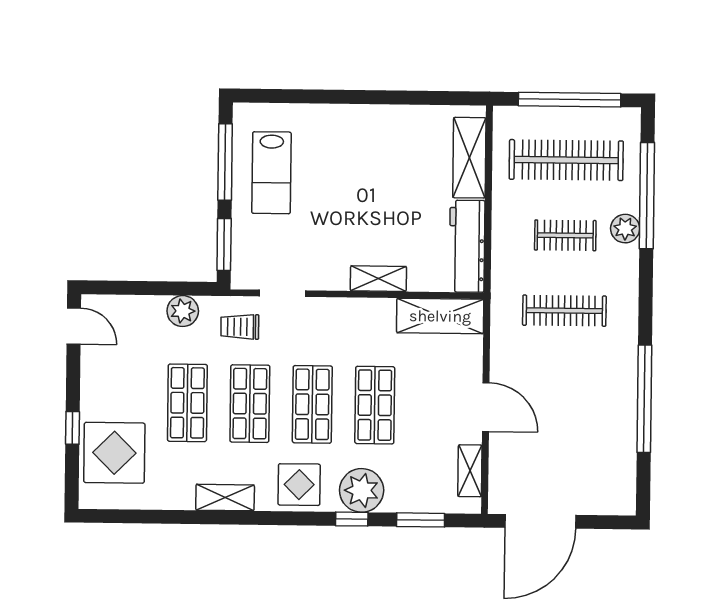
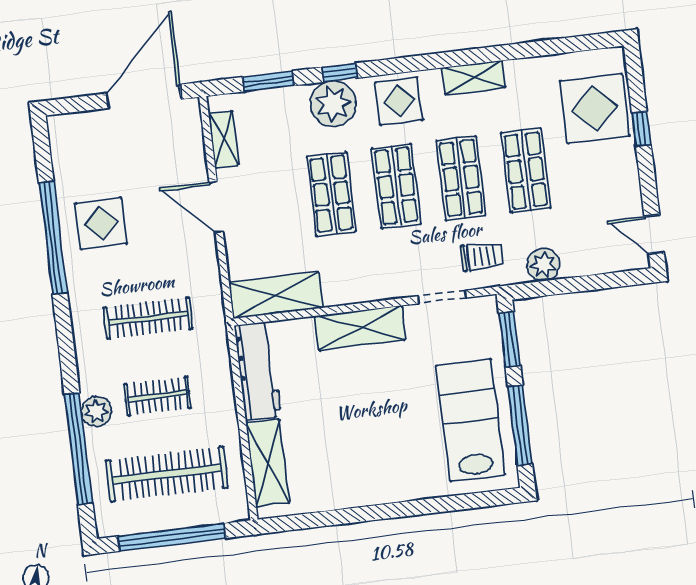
lab bench: (271, 173) -> (470, 420), width x1.36, depth x1.39
shelving: (378, 279) -> (360, 328), width x1.50, depth x1.33
display table: (597, 406) -> (101, 223), added

